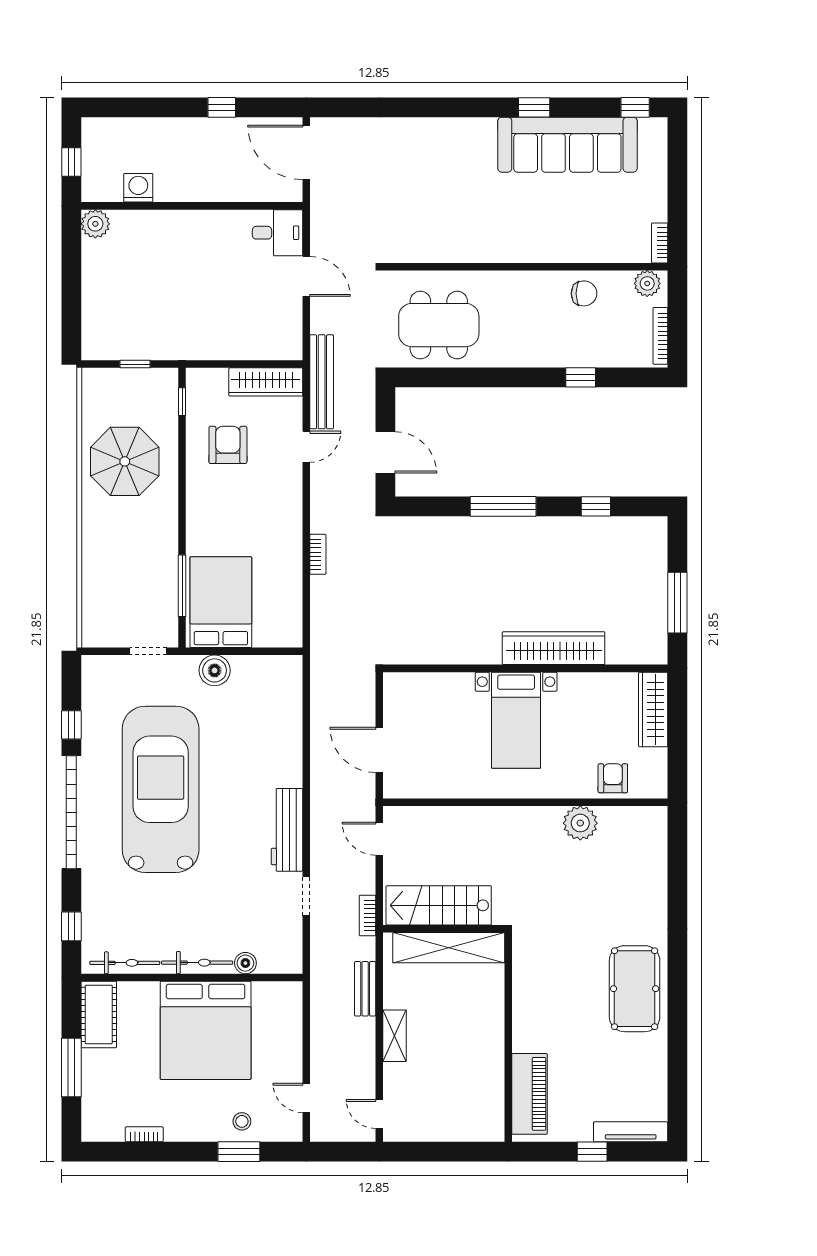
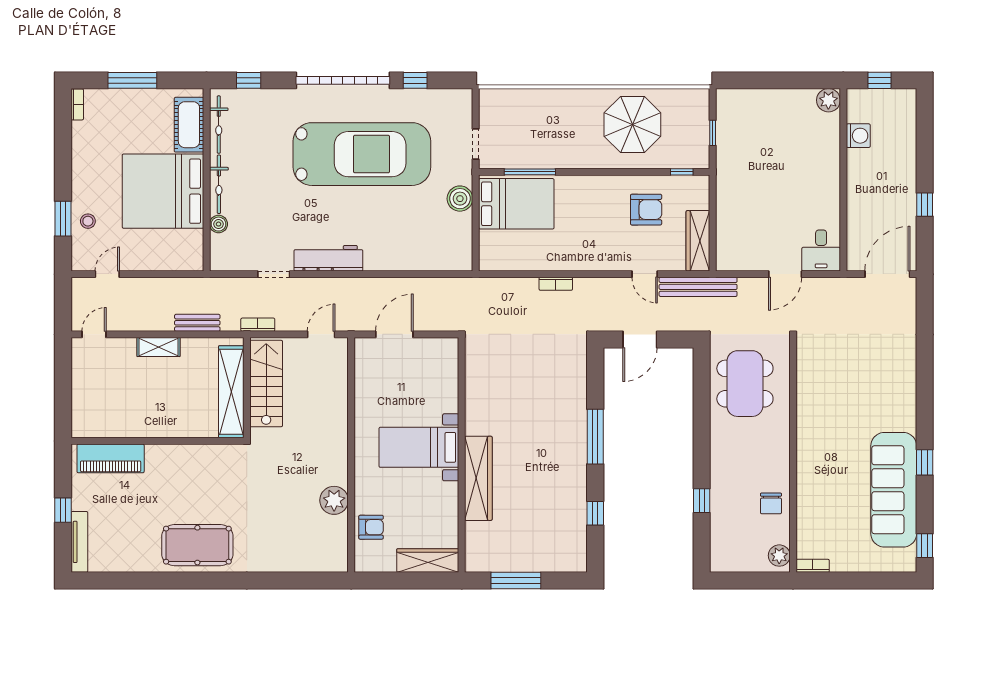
bookcase: (660, 336) -> (736, 566), removed
cot: (99, 1014) -> (189, 125), moved, turned 90
bookcase: (144, 1134) -> (77, 104), moved

